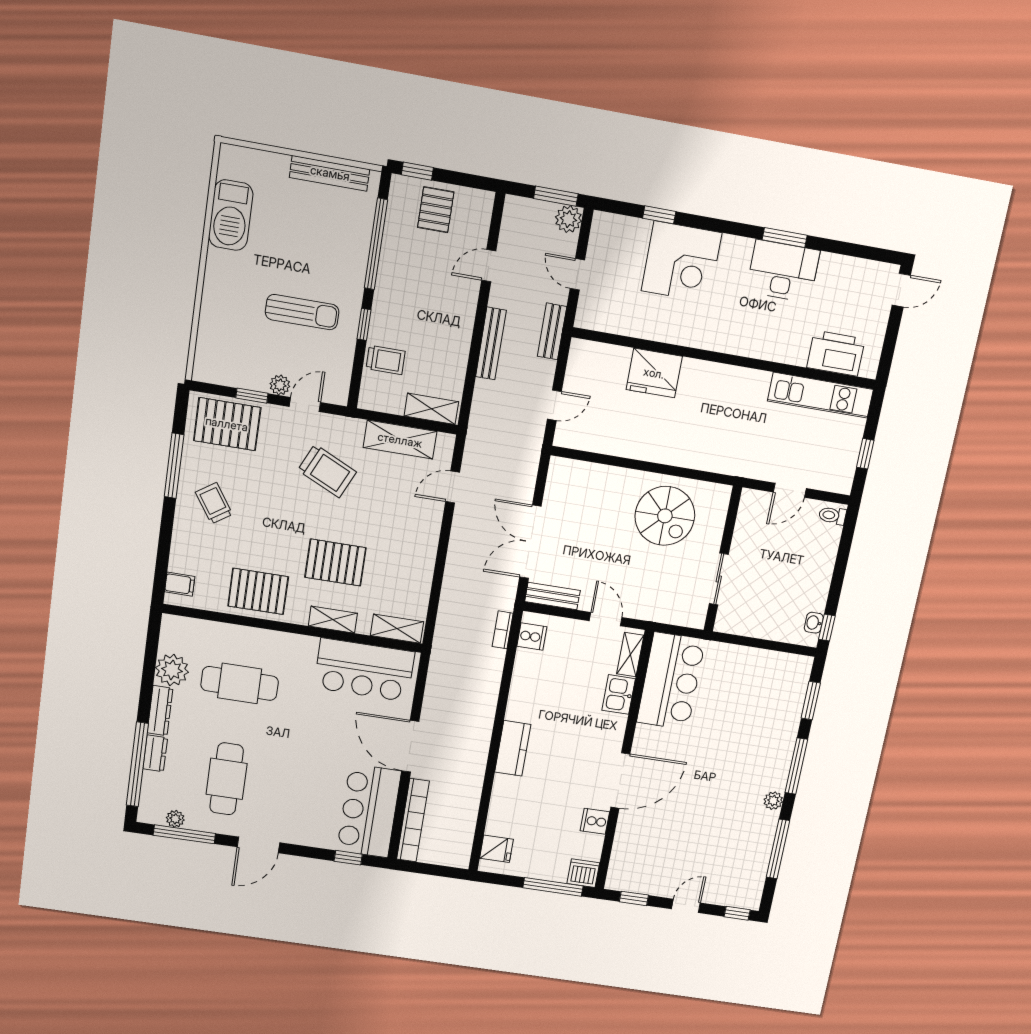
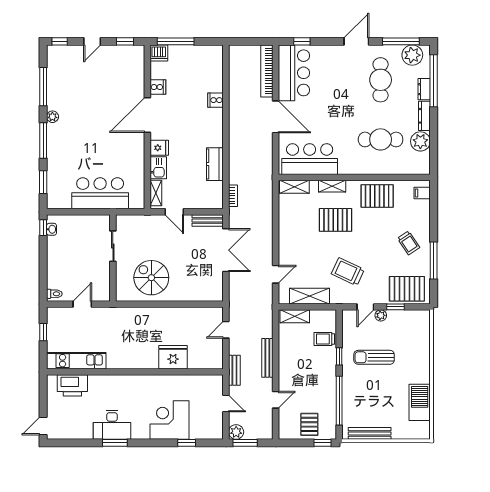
cooker: (532, 637) -> (215, 100), moved
bar counter: (671, 681) -> (100, 193), moved, turned 90
kitchen counter: (513, 748) -> (215, 164), moved
plant: (175, 819) -> (412, 55), width x1.88, depth x1.88
fridge: (496, 849) -> (159, 148), moved, turned 180

